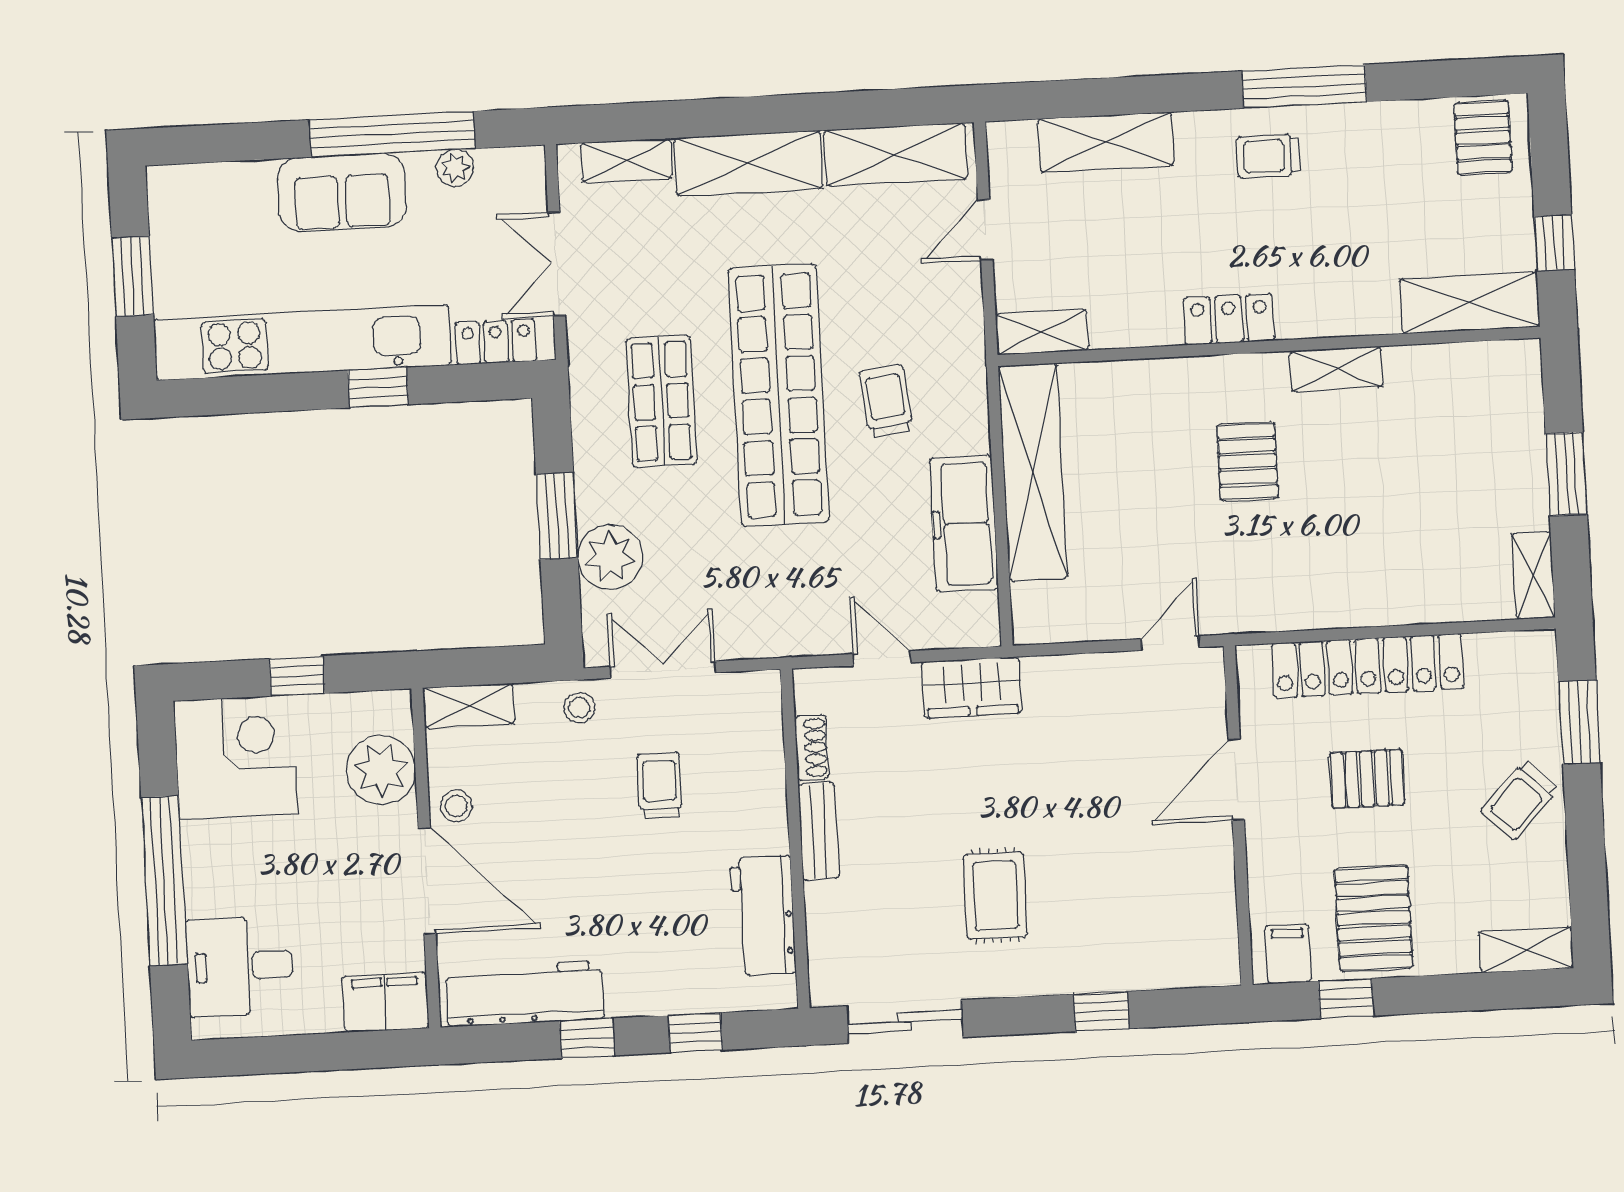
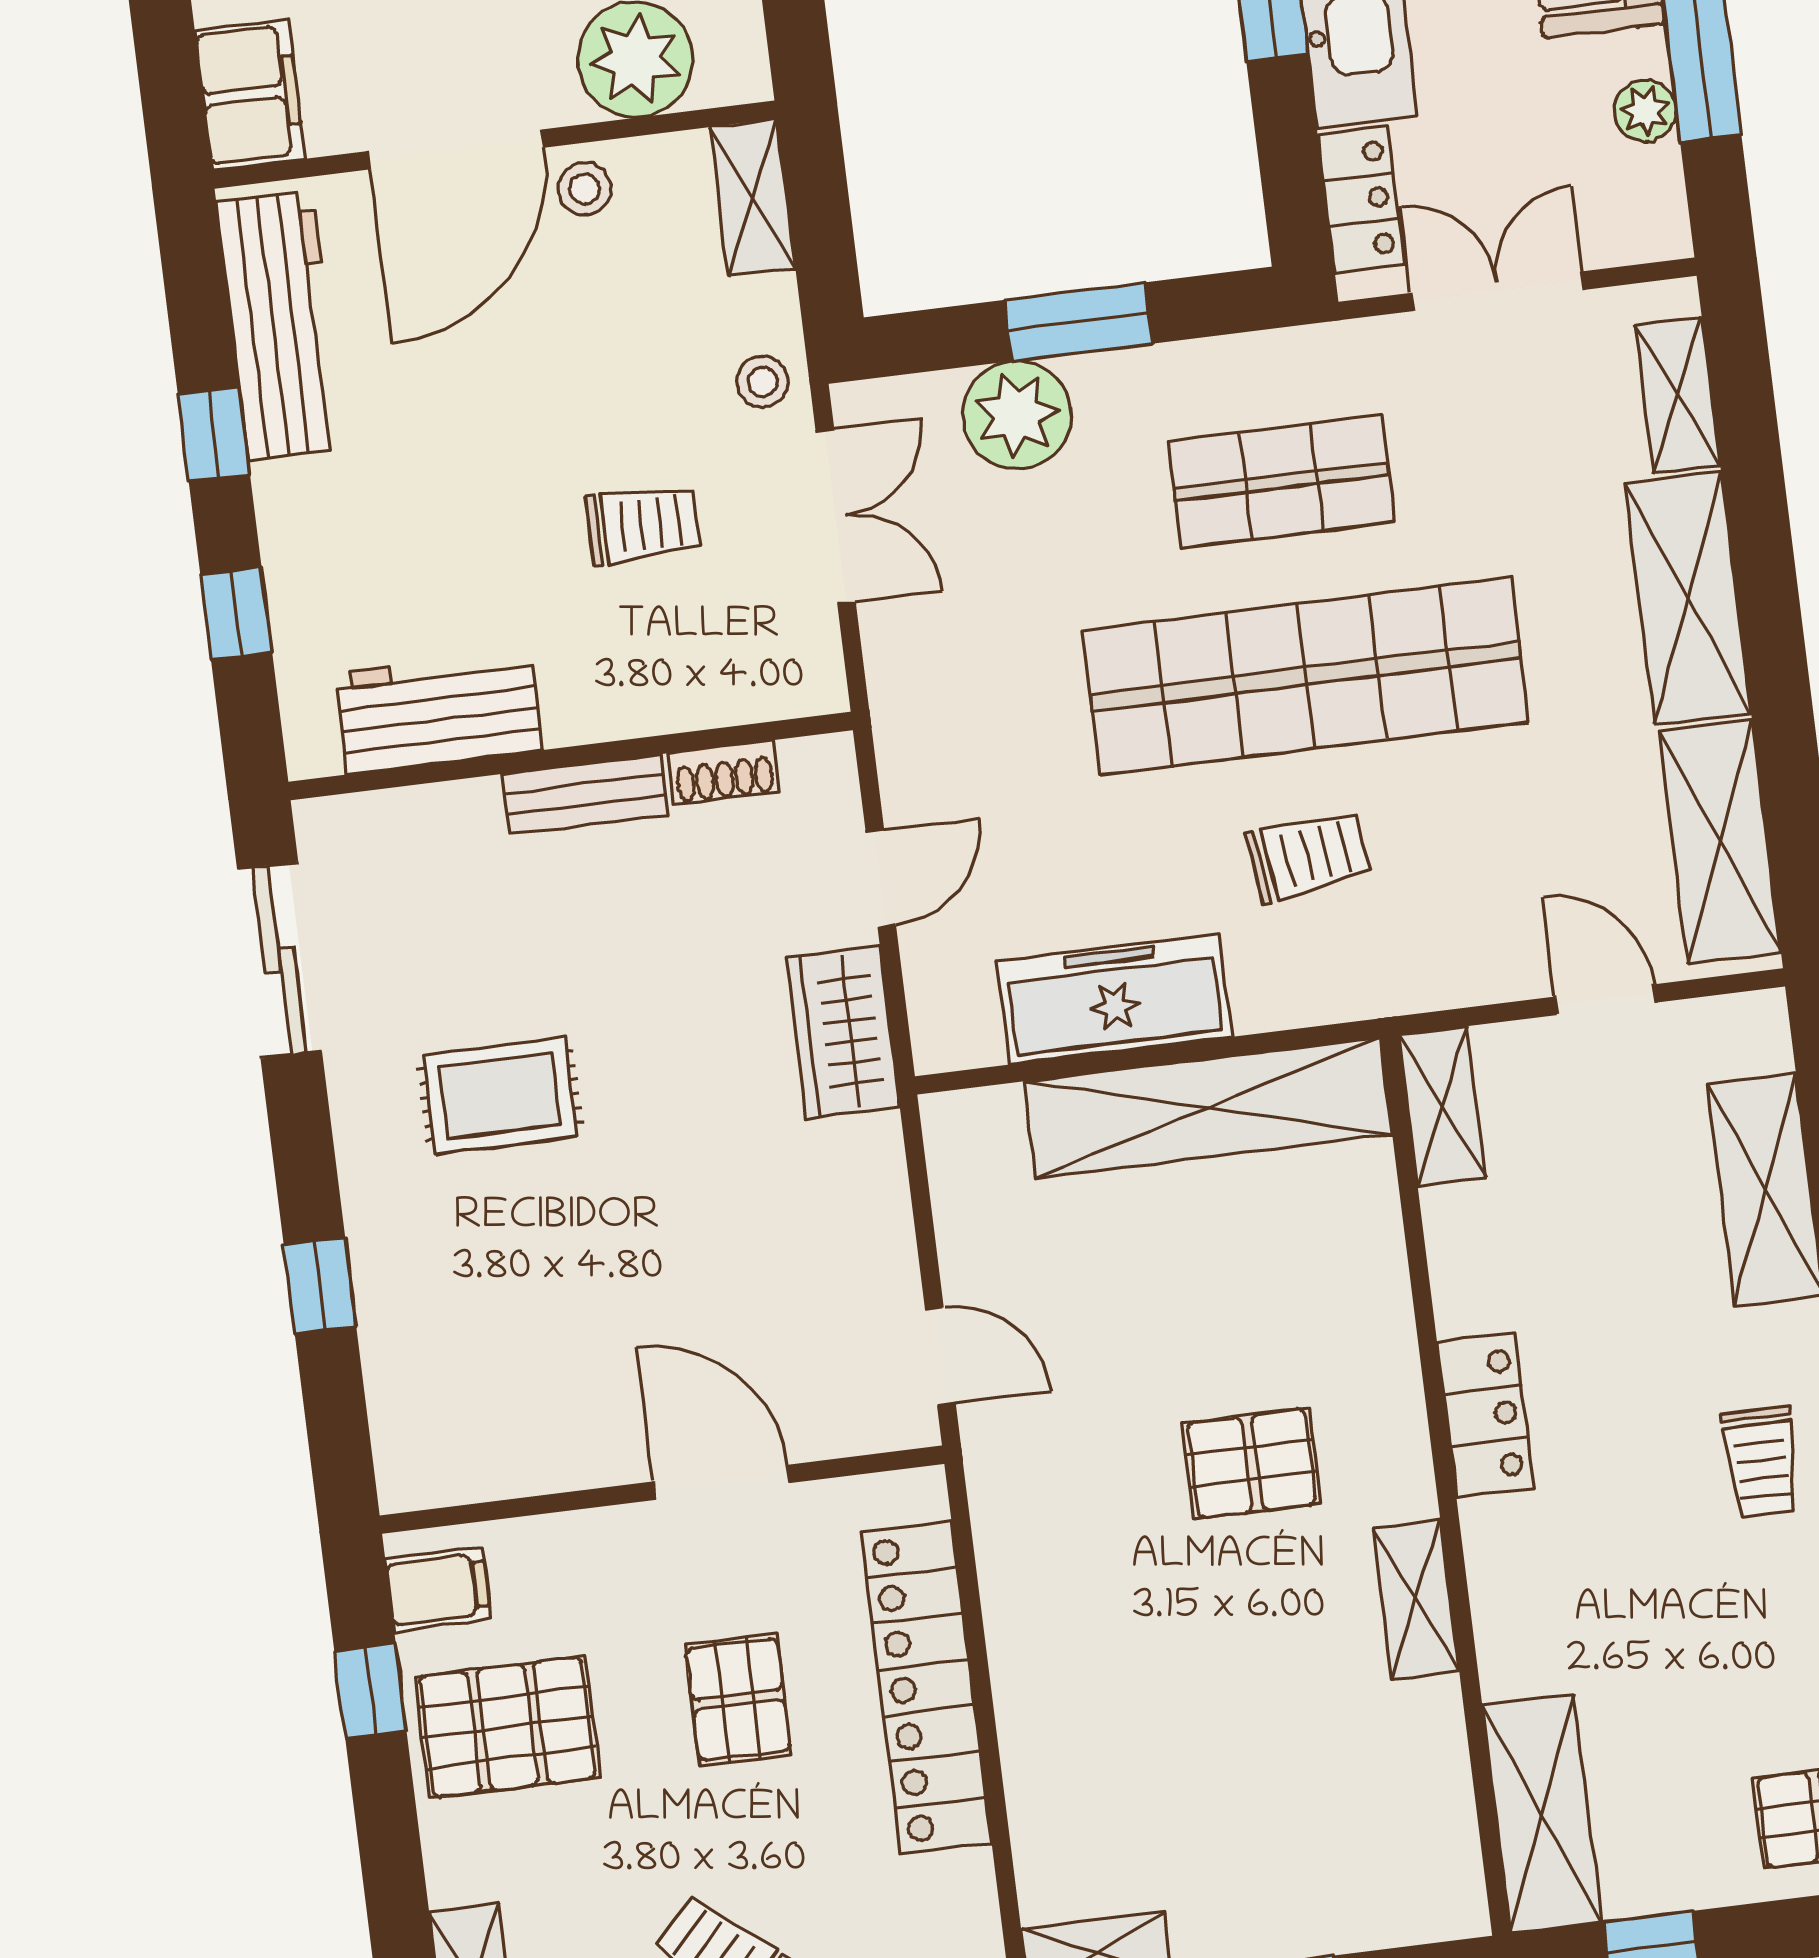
trolley: (1269, 156) -> (1762, 1462), turned 180

